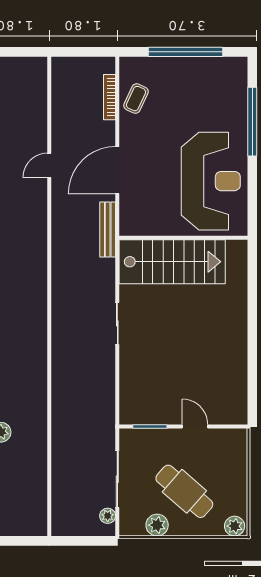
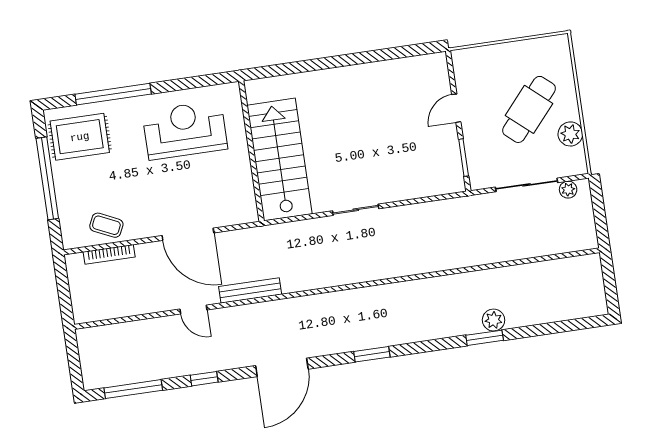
rug: (219, 86) -> (80, 137), added
reception desk: (211, 181) -> (185, 130), width x0.74, depth x0.77
bench: (108, 229) -> (250, 290), moved
plant: (235, 526) -> (559, 49), removed

